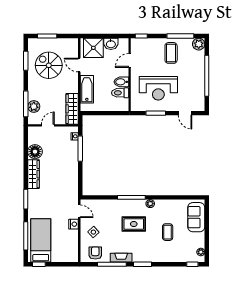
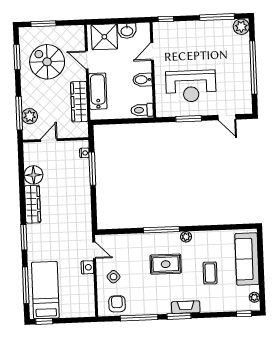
coffee table: (171, 53) -> (206, 40), removed
toilet: (120, 93) -> (142, 110), moved
wardrobe: (72, 109) -> (79, 102), moved
sofa: (196, 217) -> (247, 259), width x1.36
fireplace: (121, 258) -> (186, 307), moved

